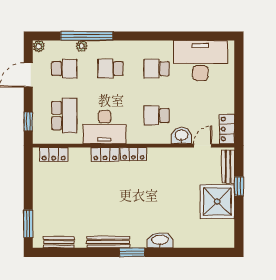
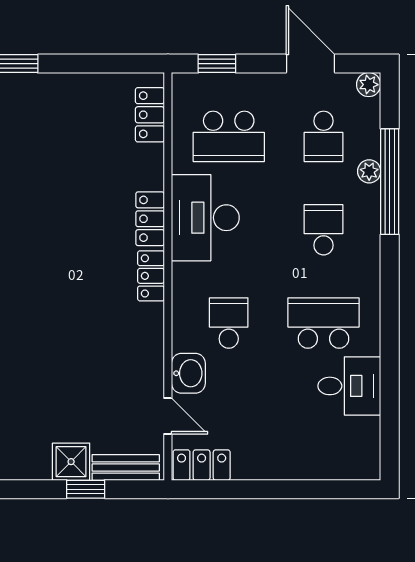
desk: (200, 61) -> (349, 386), width x0.53, depth x0.77
school desk: (157, 69) -> (324, 323), width x1.85
shower: (217, 201) -> (71, 462), width x0.54, depth x0.54

